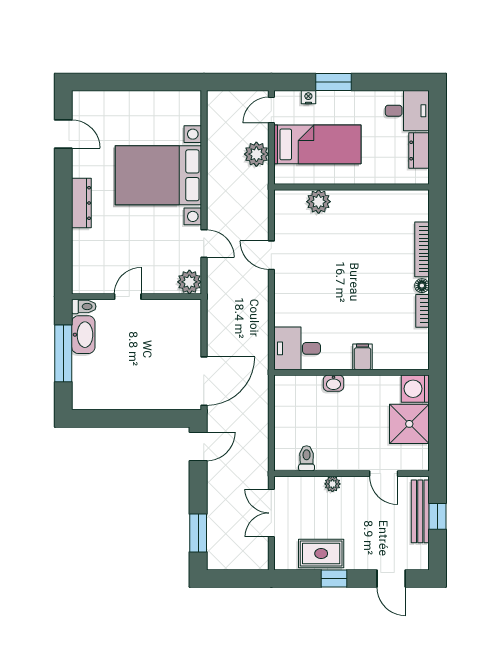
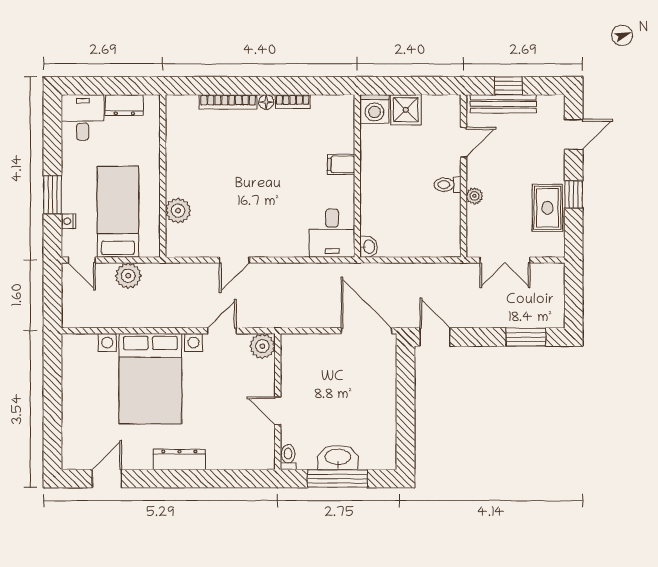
washbasin: (83, 335) -> (338, 458), moved
washbasin: (333, 383) -> (369, 247), moved
shower: (409, 424) -> (406, 110), width x0.73, depth x0.73
toilet: (307, 458) -> (448, 185), moved

